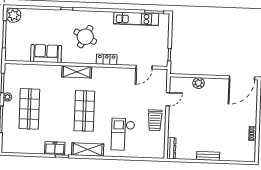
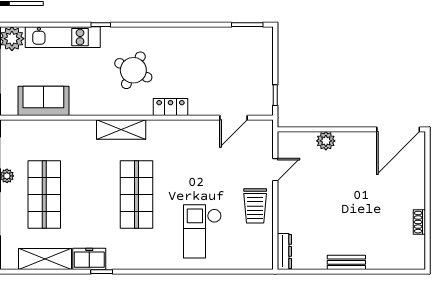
kitchen unit: (136, 19) -> (63, 37), moved
sofa: (46, 54) -> (43, 101), moved
shelving: (88, 150) -> (45, 259), moved

